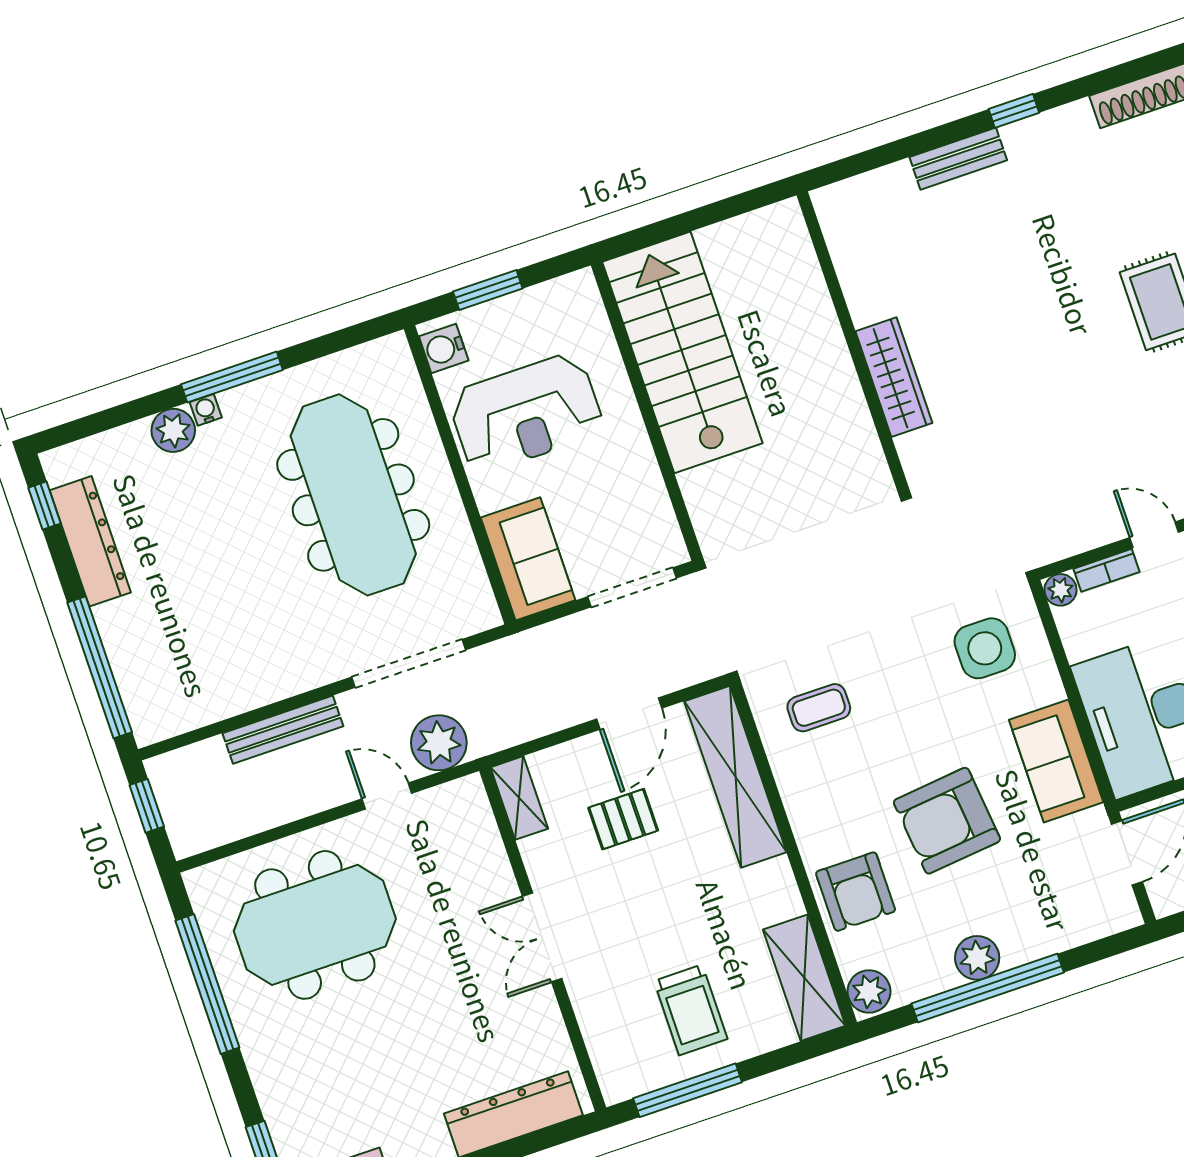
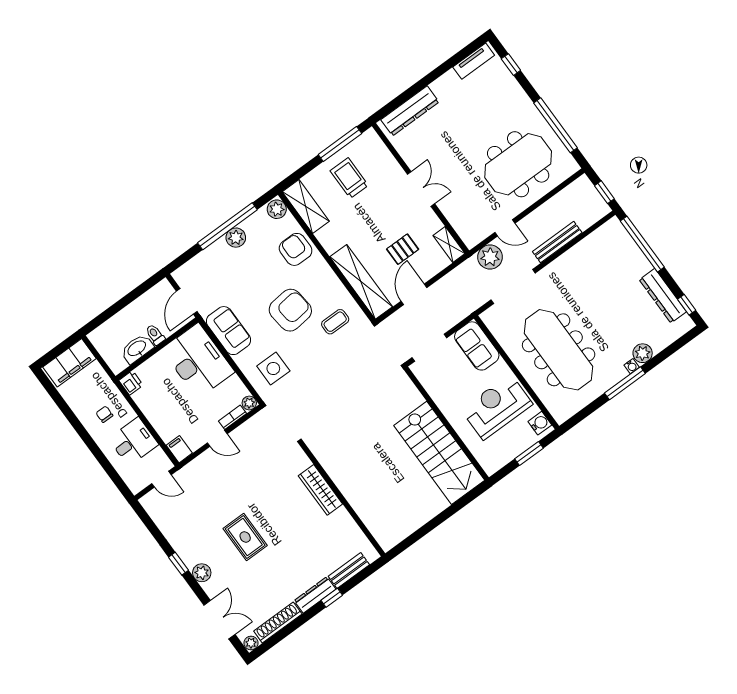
dresser: (1048, 129) -> (315, 595), added
wall: (853, 341) -> (343, 500), moved
wardrobe: (894, 377) -> (320, 490), moved
armchair: (947, 821) -> (290, 310), moved

